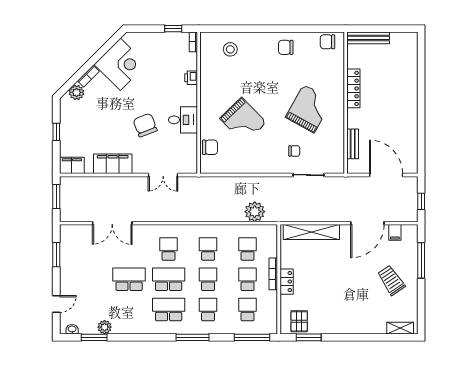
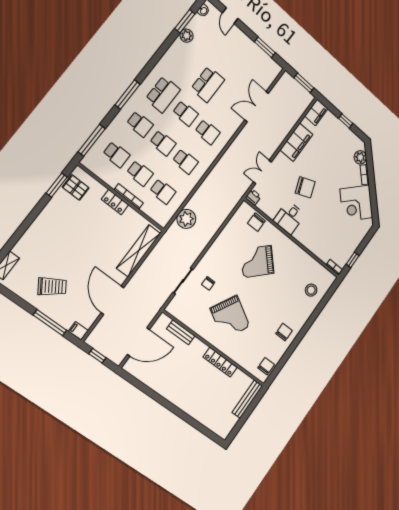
printer: (191, 78) -> (253, 197), moved
filing cabinet: (395, 232) -> (78, 331), moved
school desk: (169, 279) -> (185, 113), width x0.54

